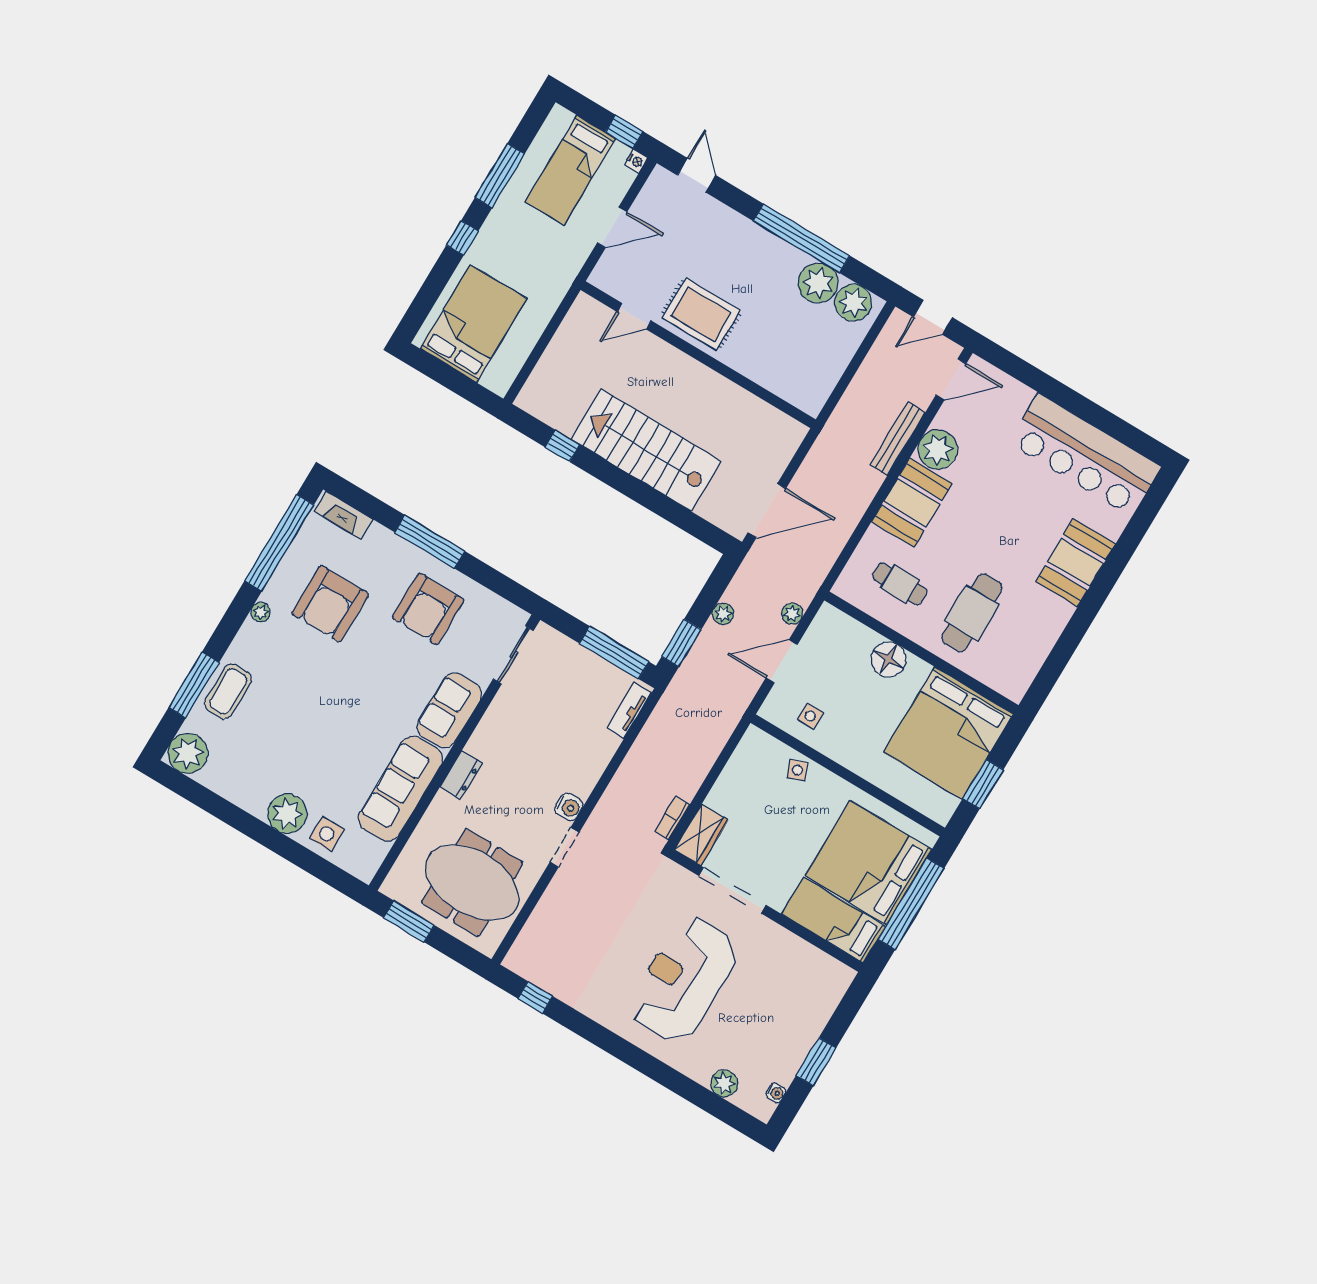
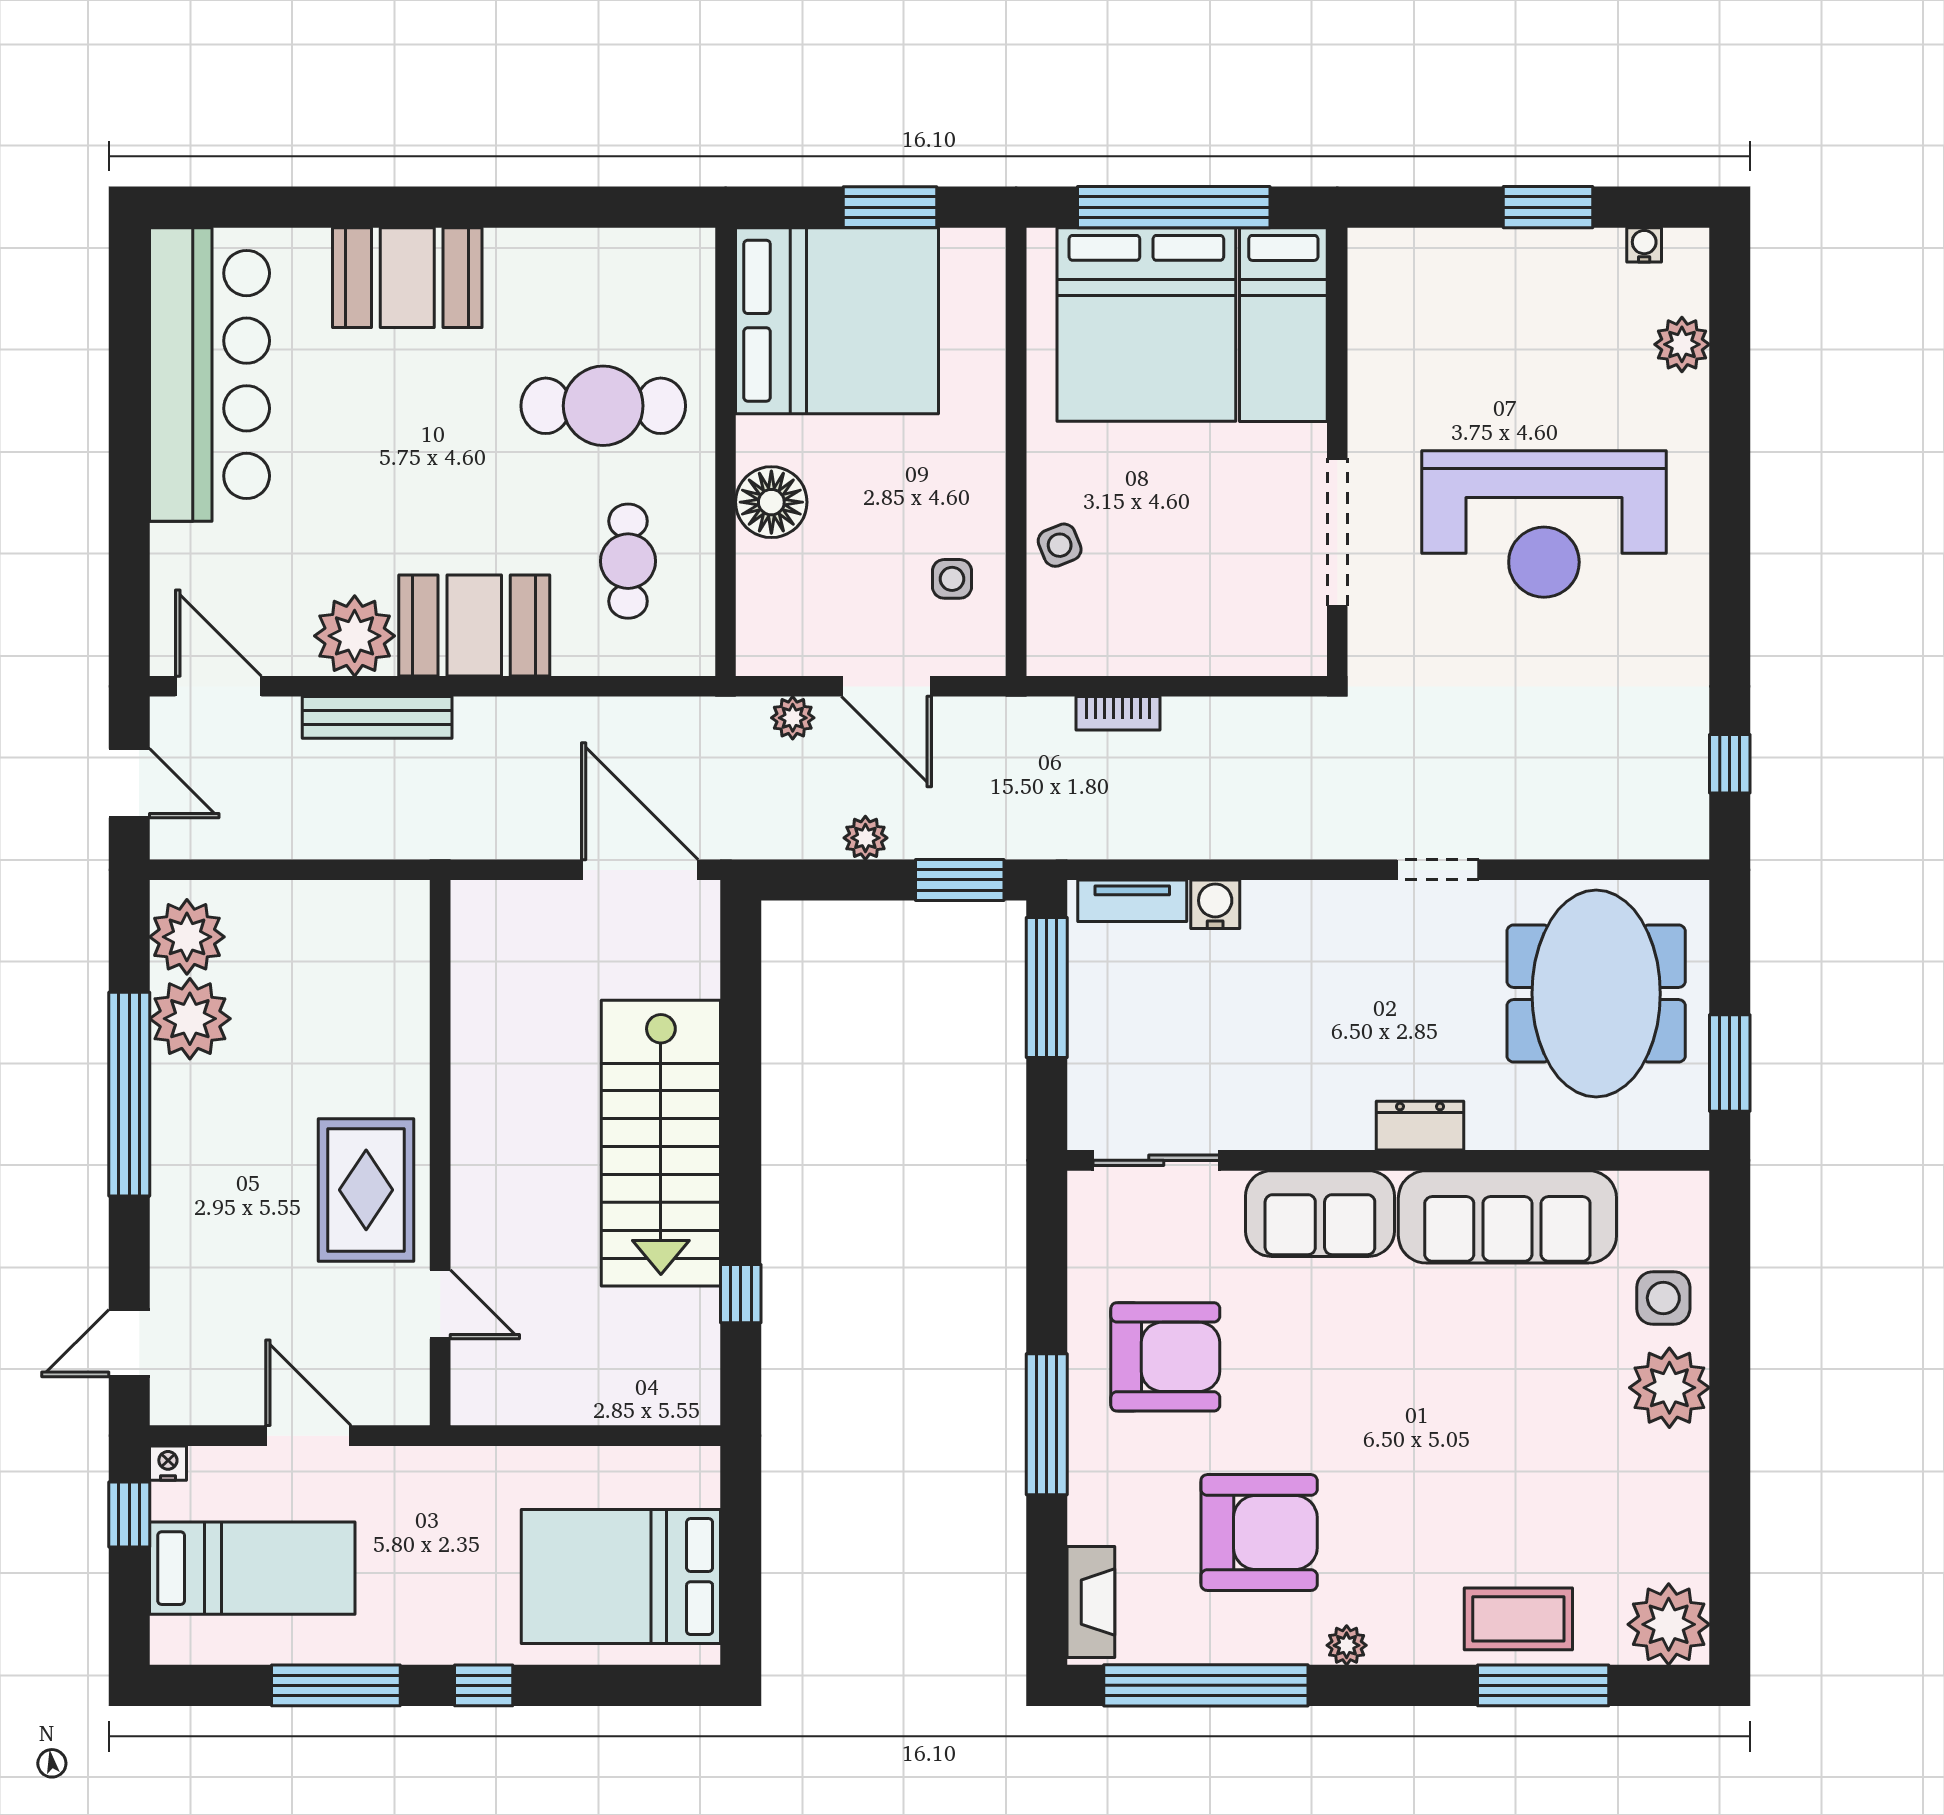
water cooler: (569, 807) -> (1215, 904), moved
bookcase: (672, 818) -> (1118, 713), moved
wardrobe: (701, 835) -> (1273, 645), removed

